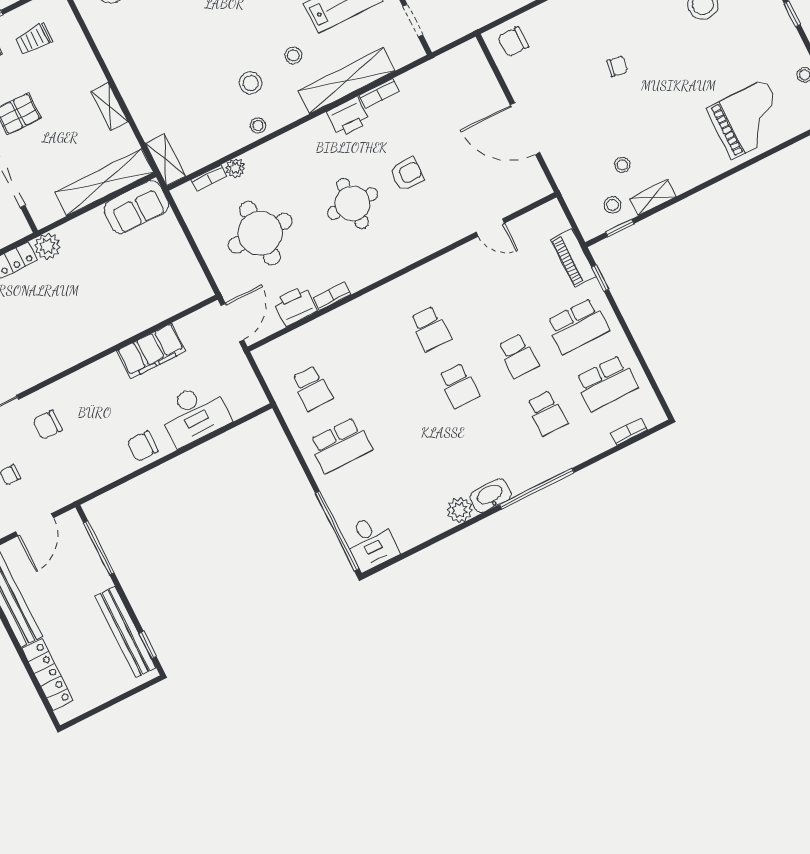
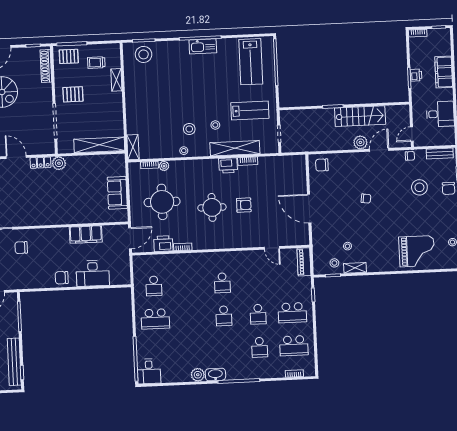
shelving: (110, 106) -> (116, 80), moved
sofa: (136, 207) -> (117, 193), moved, turned 90
piano: (573, 258) -> (304, 262), moved

